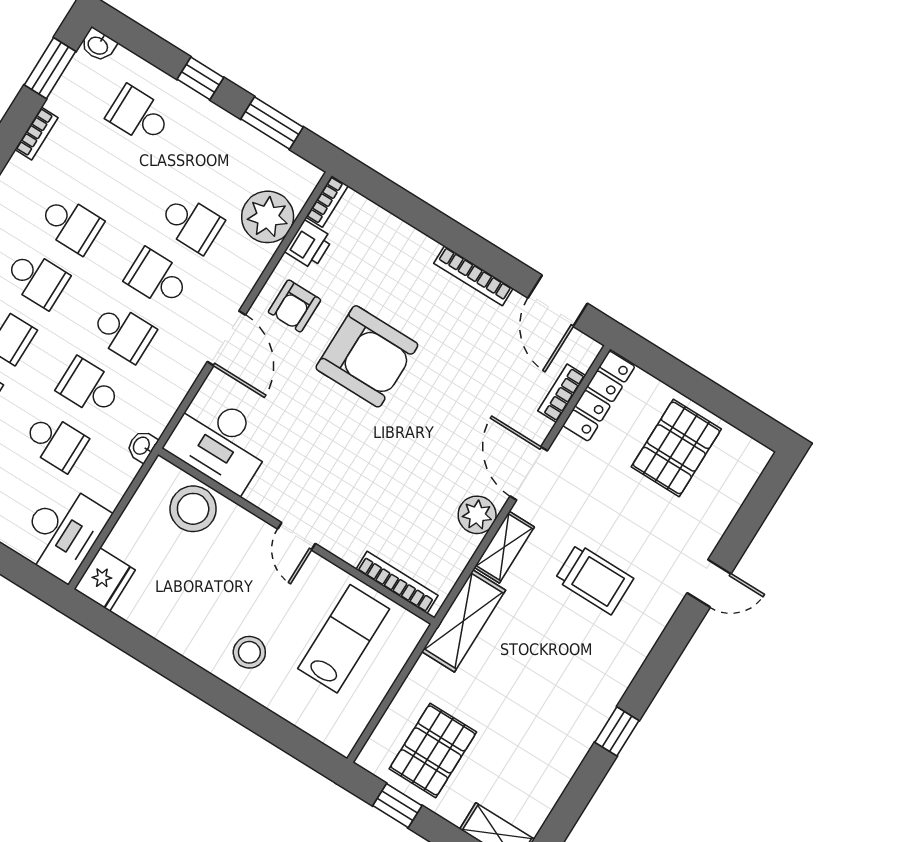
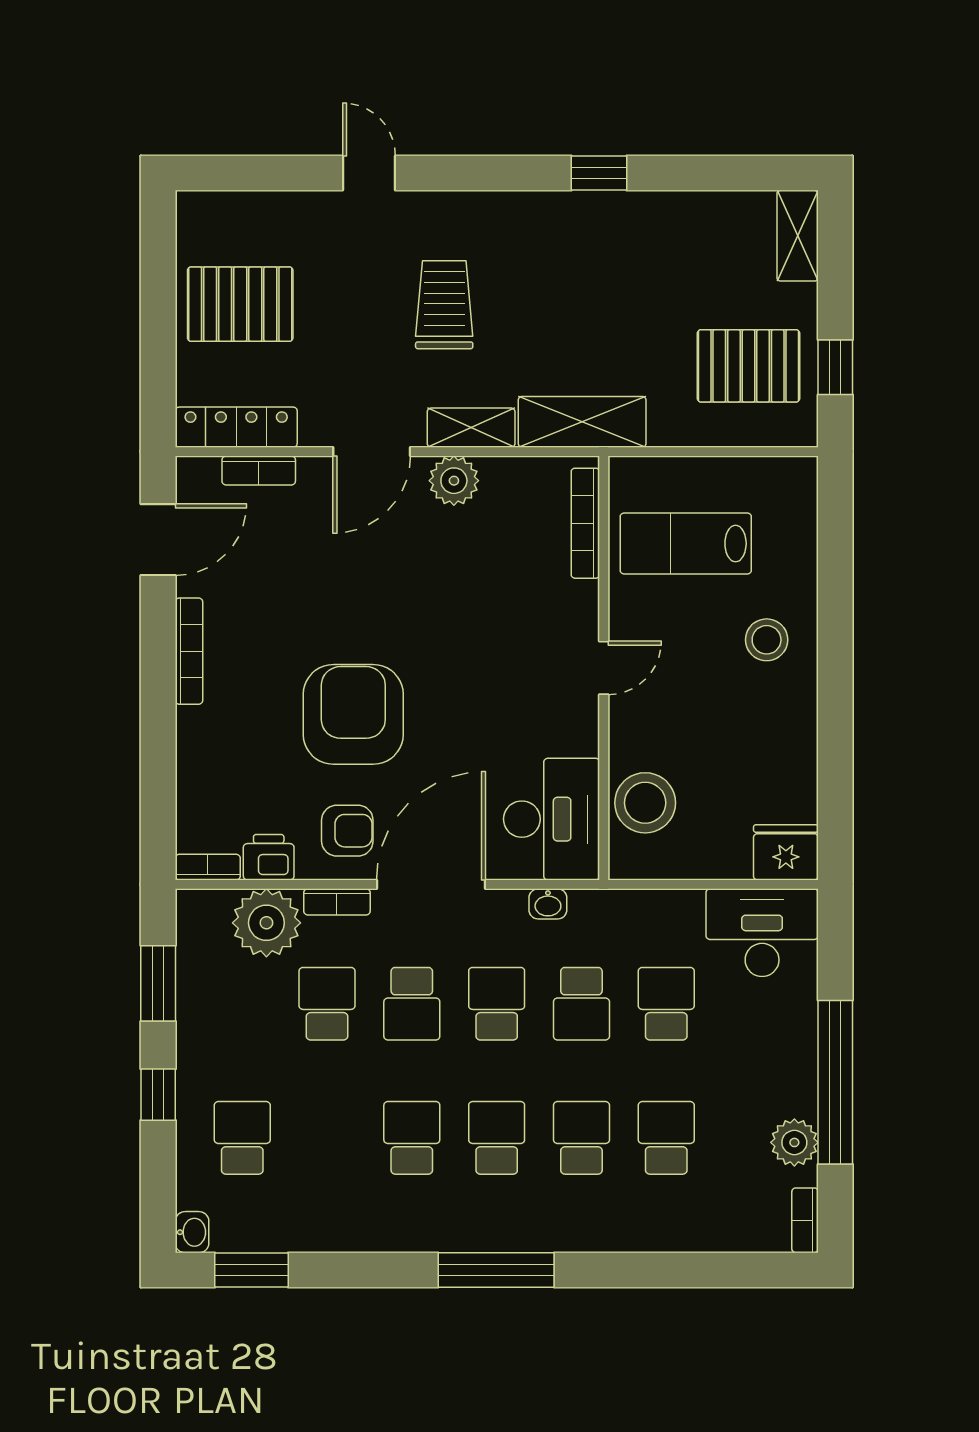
school desk: (139, 115) -> (242, 1138), turned 180
bookcase: (36, 134) -> (337, 902), moved, turned 180
door: (226, 338) -> (431, 884), width x1.36
washbasin: (142, 446) -> (548, 904), moved

